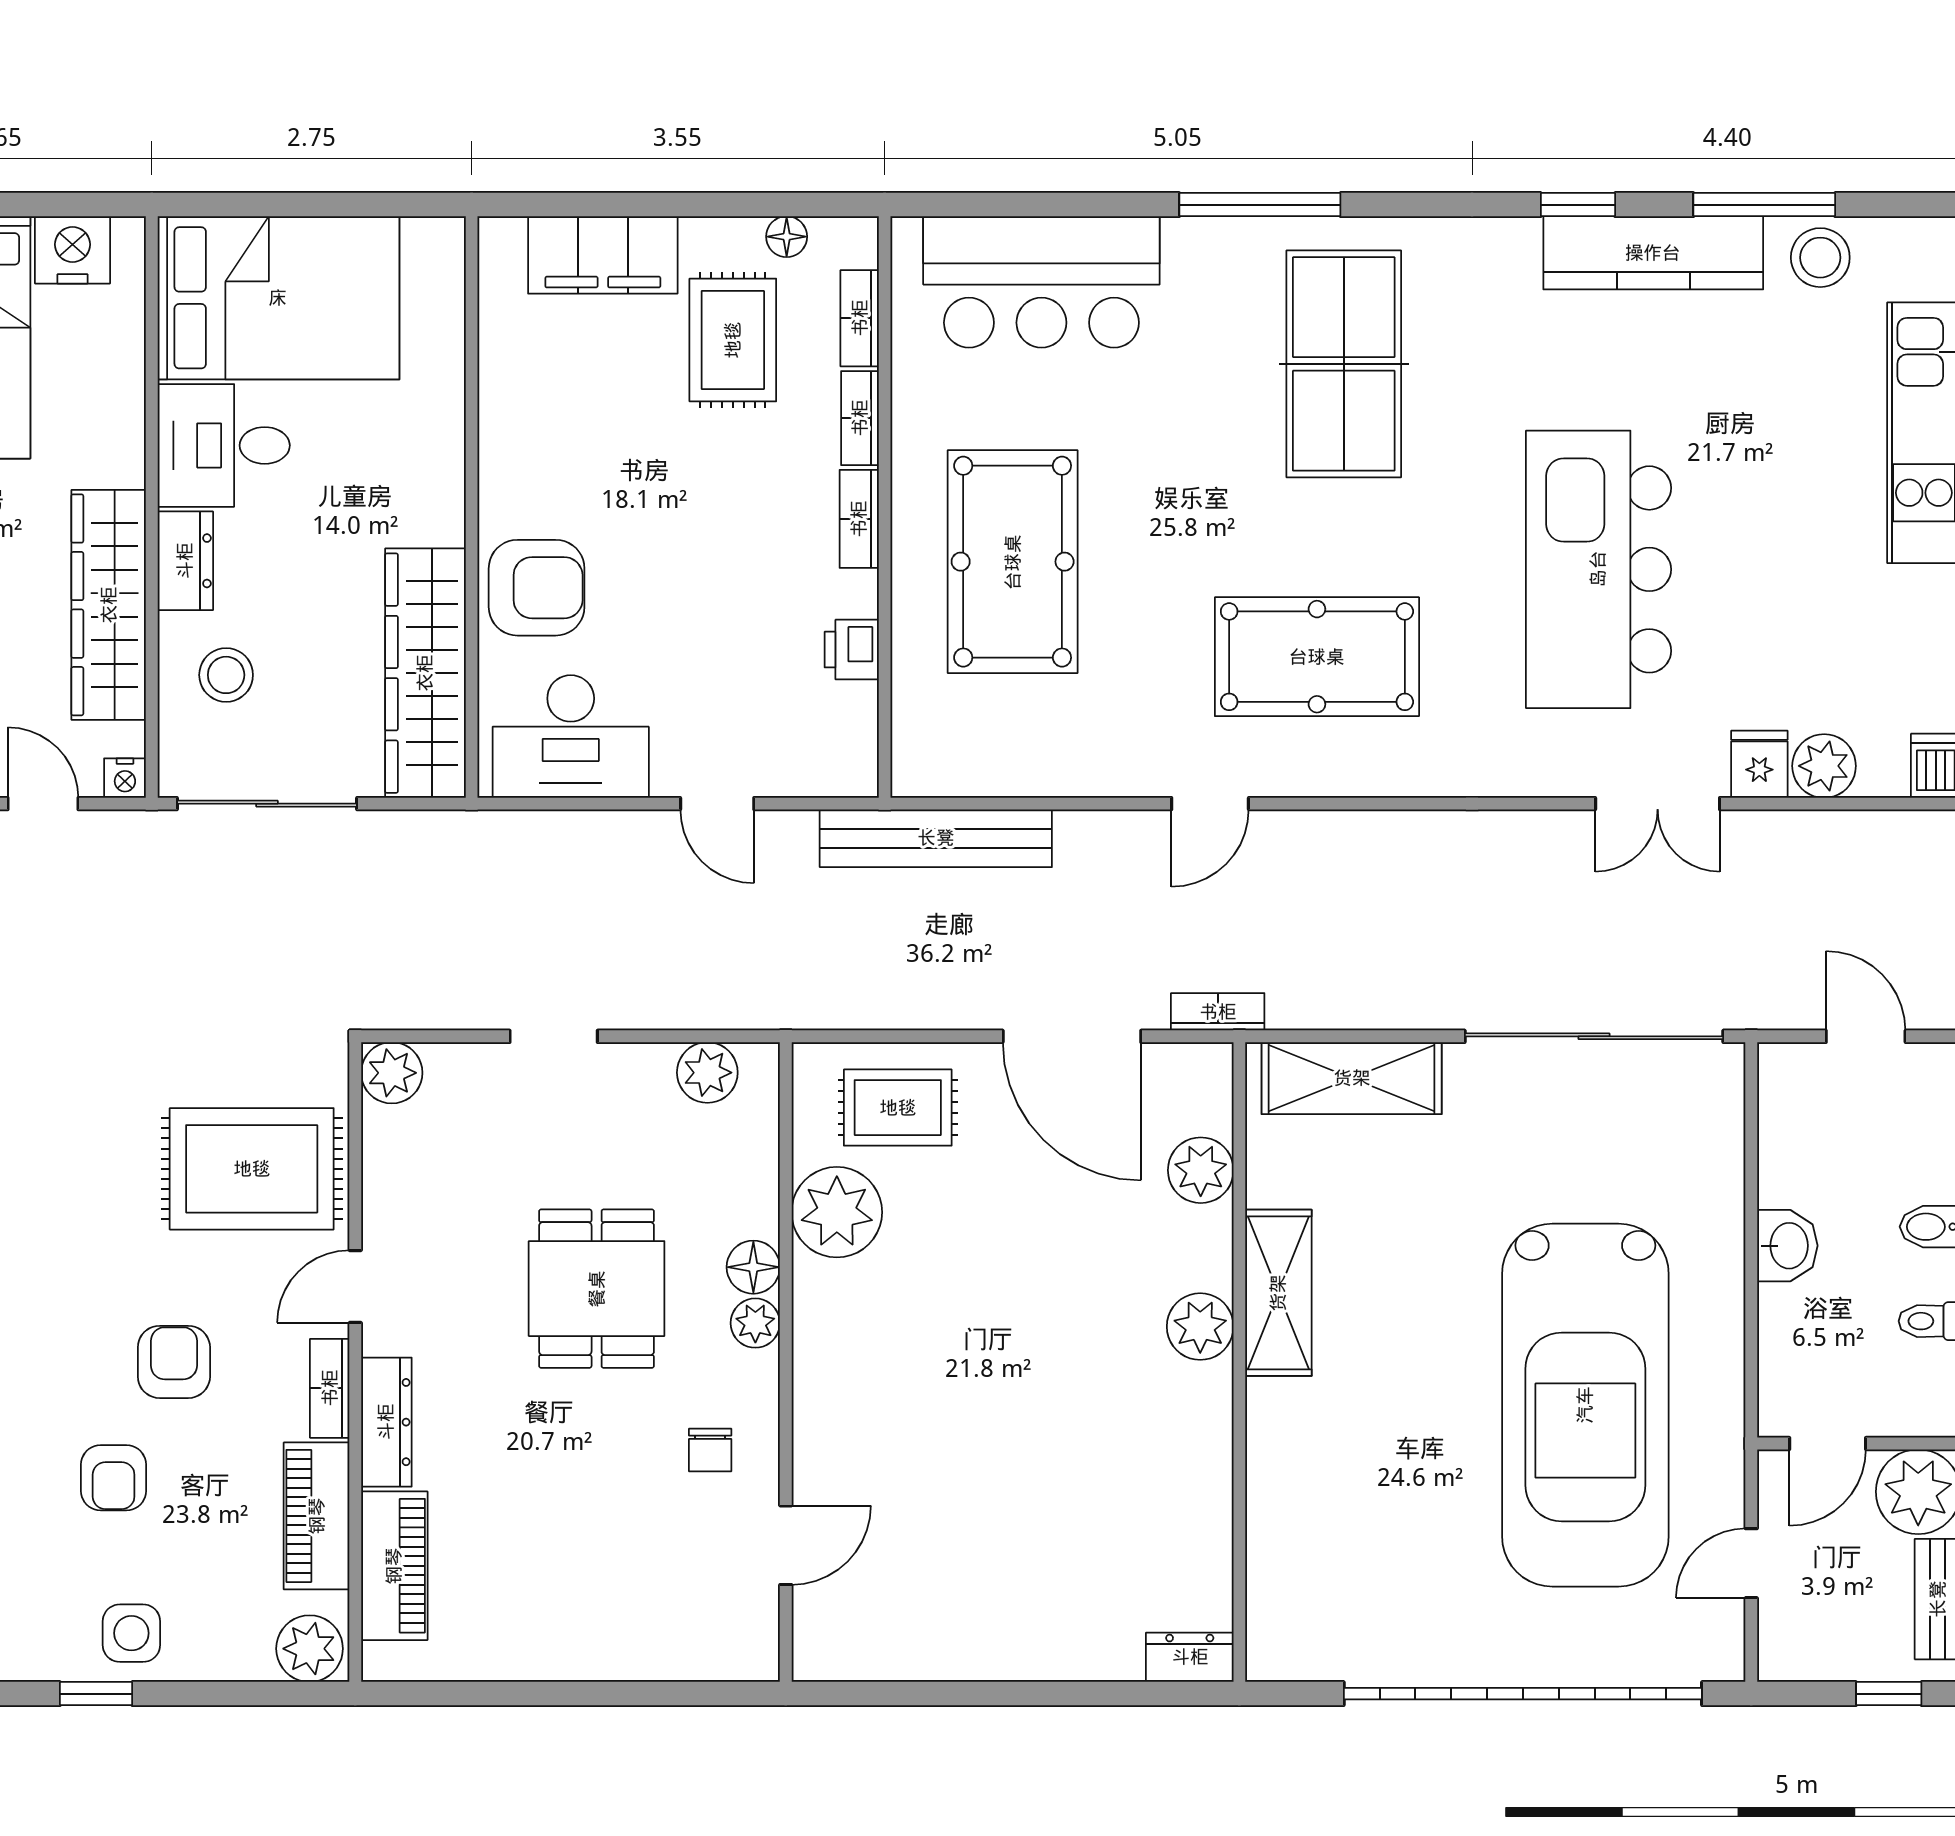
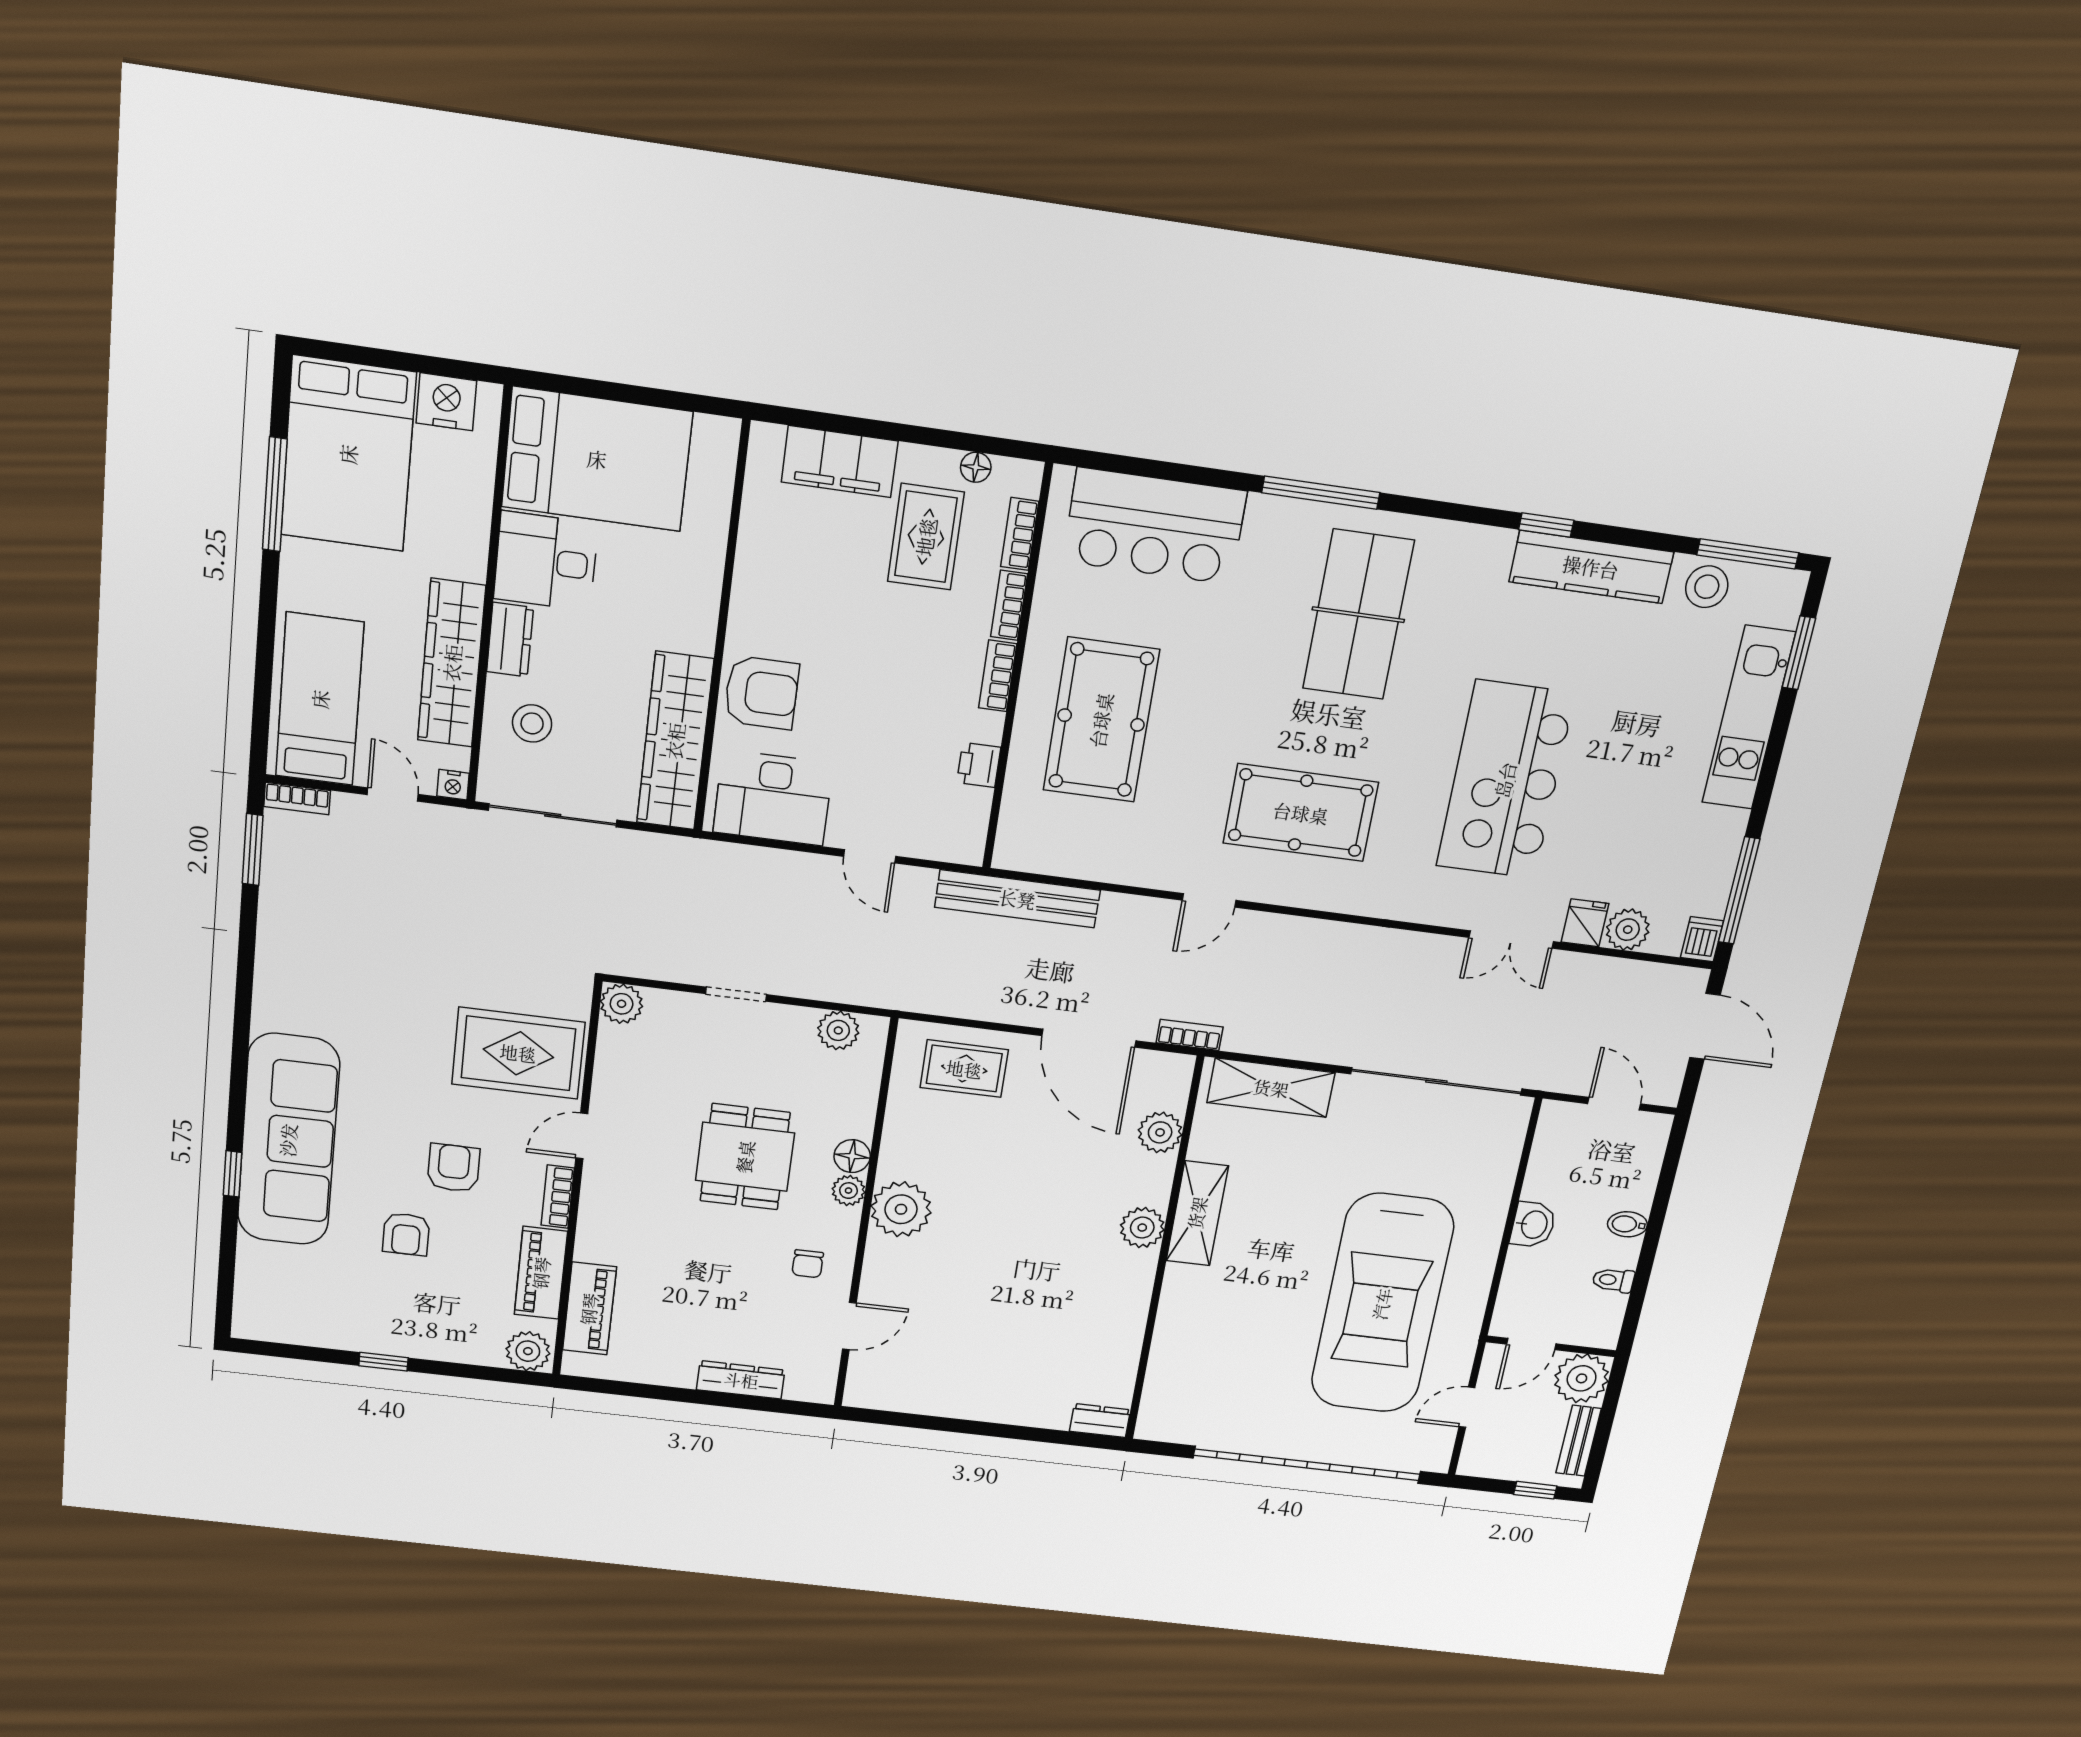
window: (1764, 205) -> (1748, 554), moved
plant: (837, 1212) -> (901, 1209), moved
dresser: (386, 1422) -> (741, 1380), moved, turned -90
side table: (131, 1633) -> (410, 1329), removed

